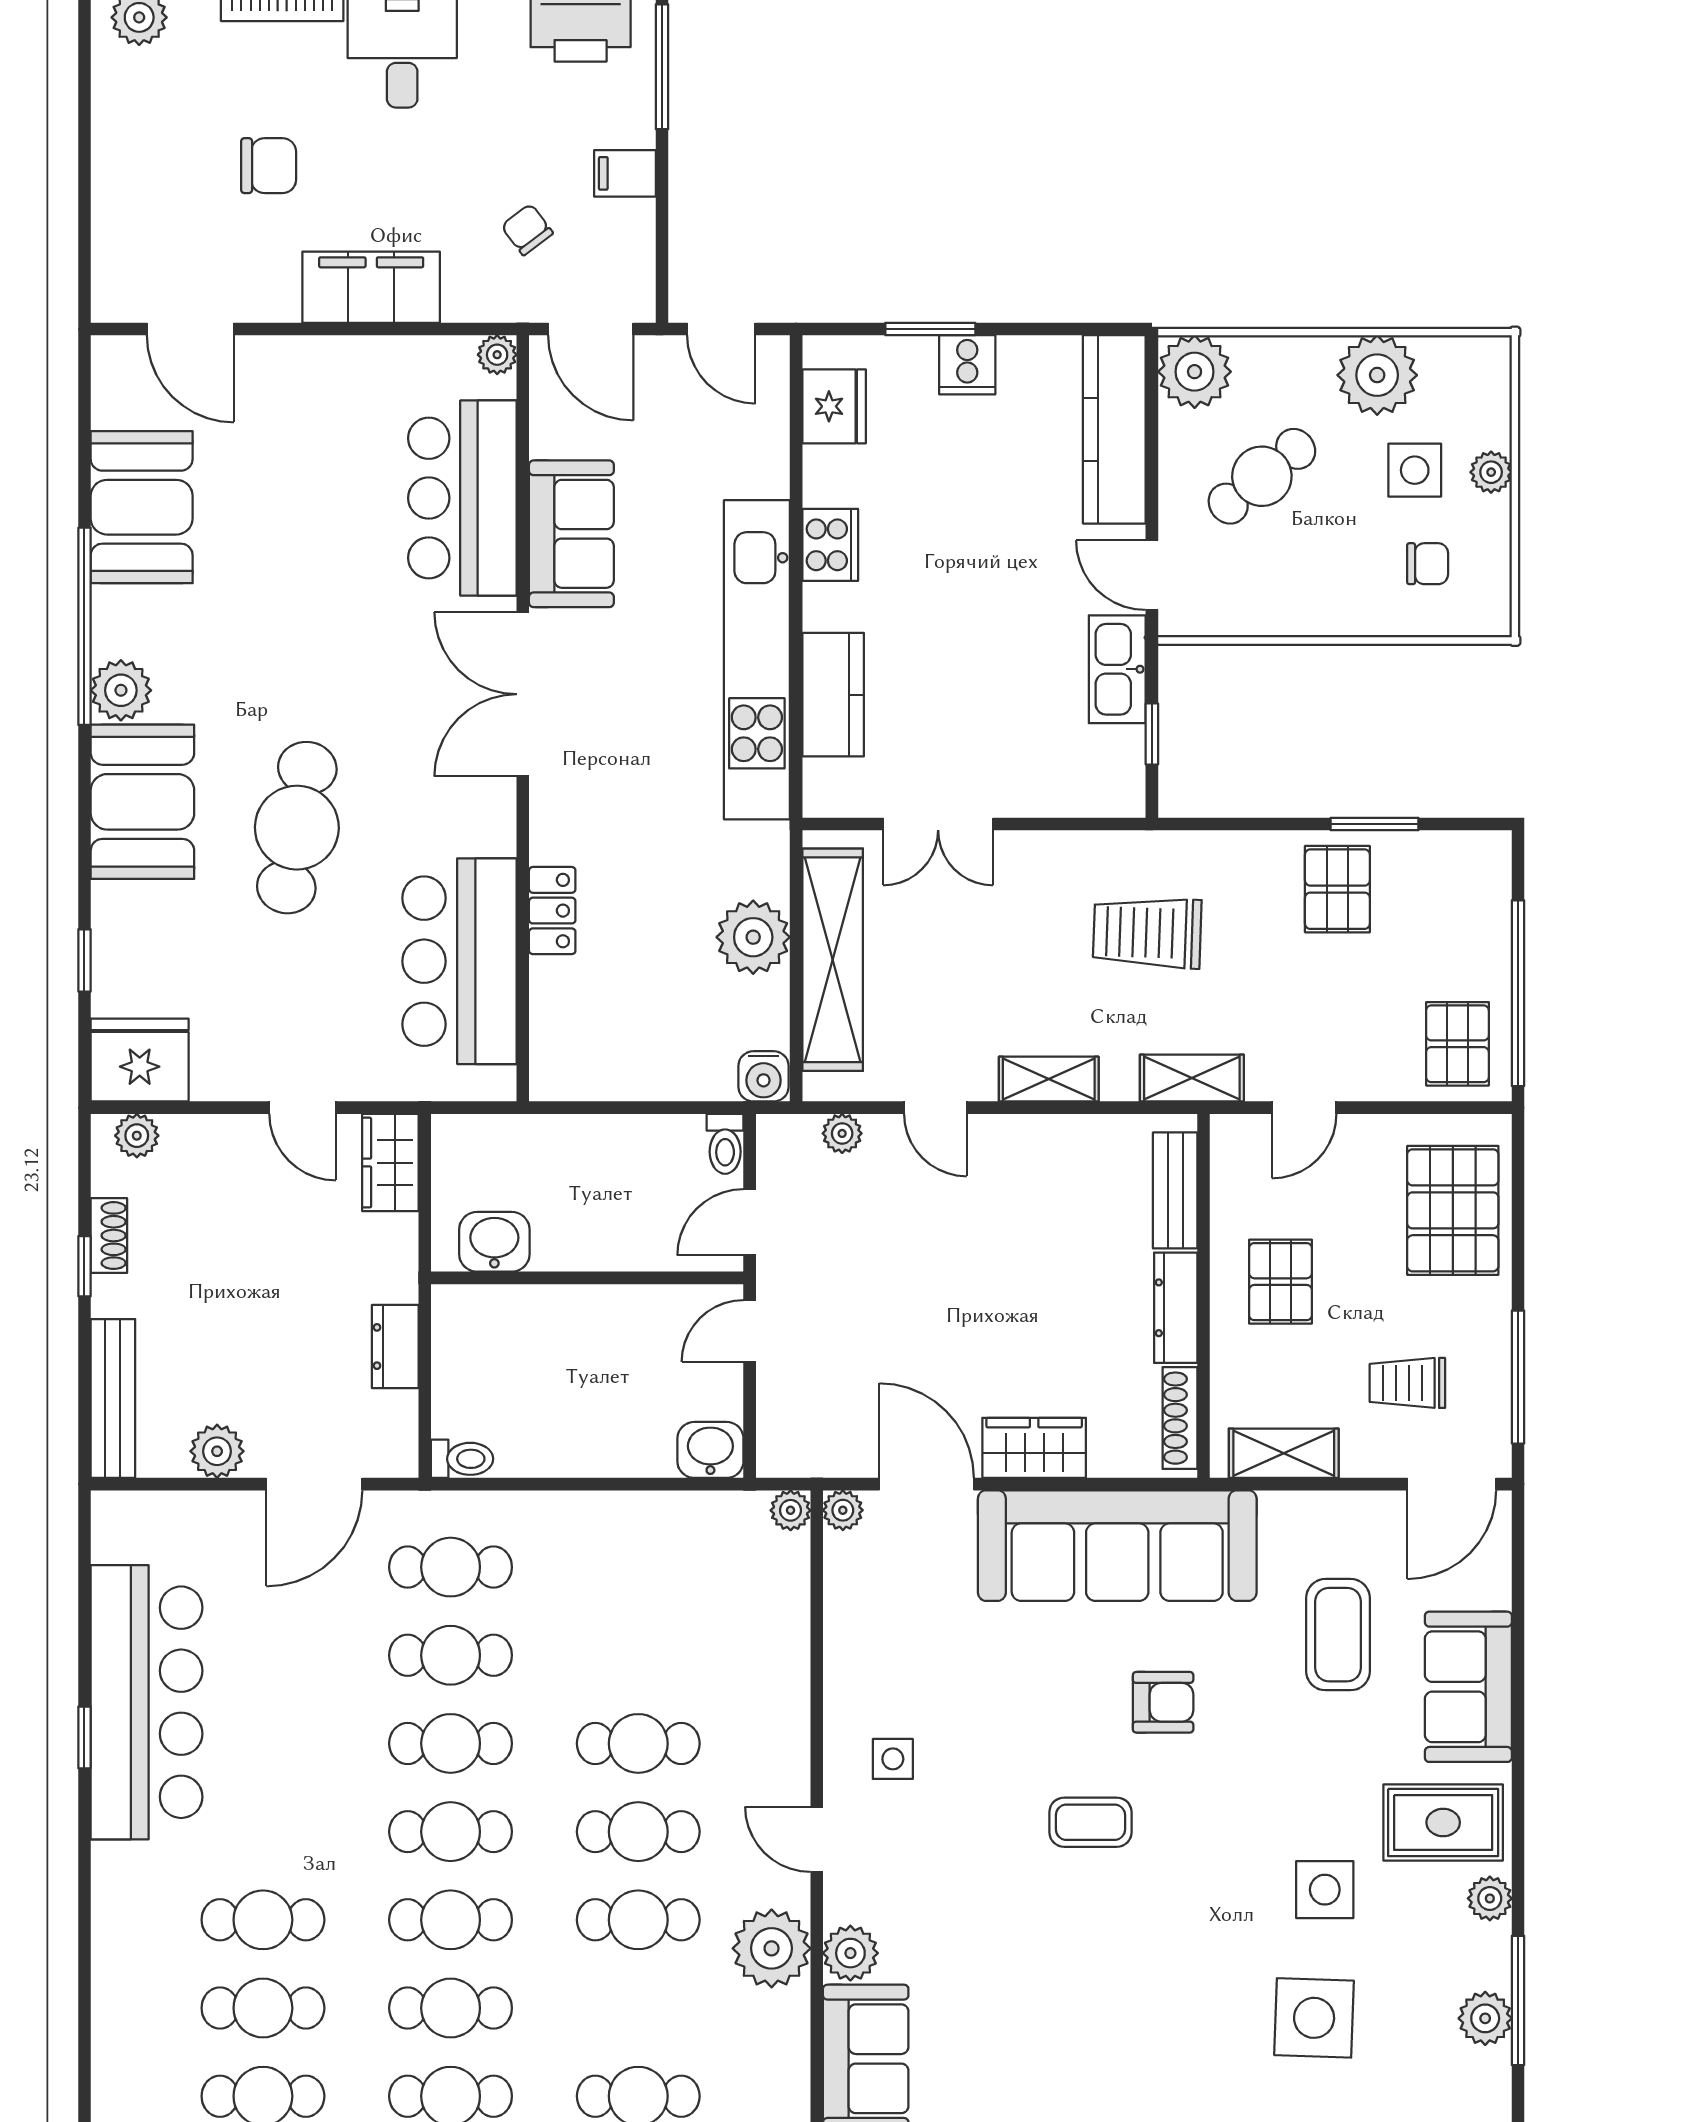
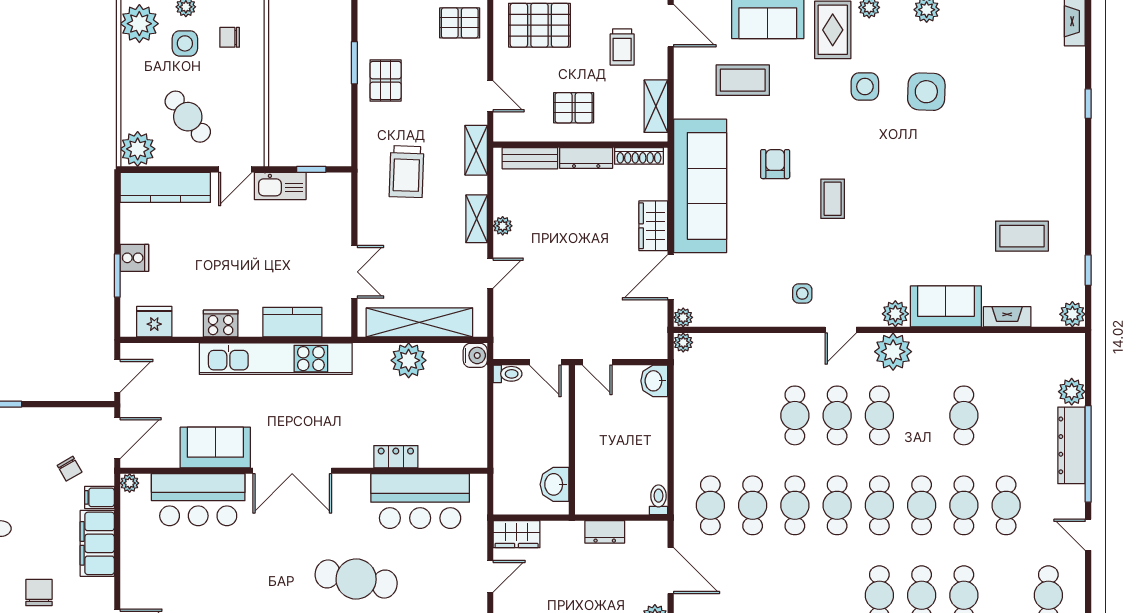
filing cabinet: (625, 173) -> (99, 497), moved, turned 90
chair: (527, 230) -> (70, 469), turned -83
plant: (1377, 375) -> (139, 24), moved
chair: (1428, 564) -> (230, 37), turned -90
pallet: (1337, 889) -> (386, 80), turned 90
plant: (842, 1133) -> (503, 226), moved

